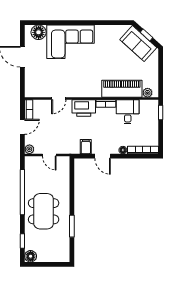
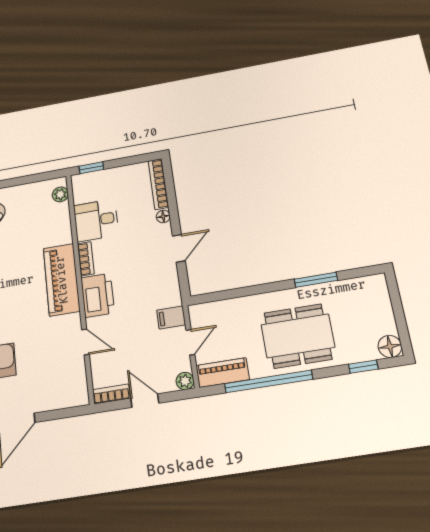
piano: (122, 89) -> (62, 280), moved
filing cabinet: (86, 147) -> (171, 317), moved
piano: (31, 169) -> (223, 373), added

